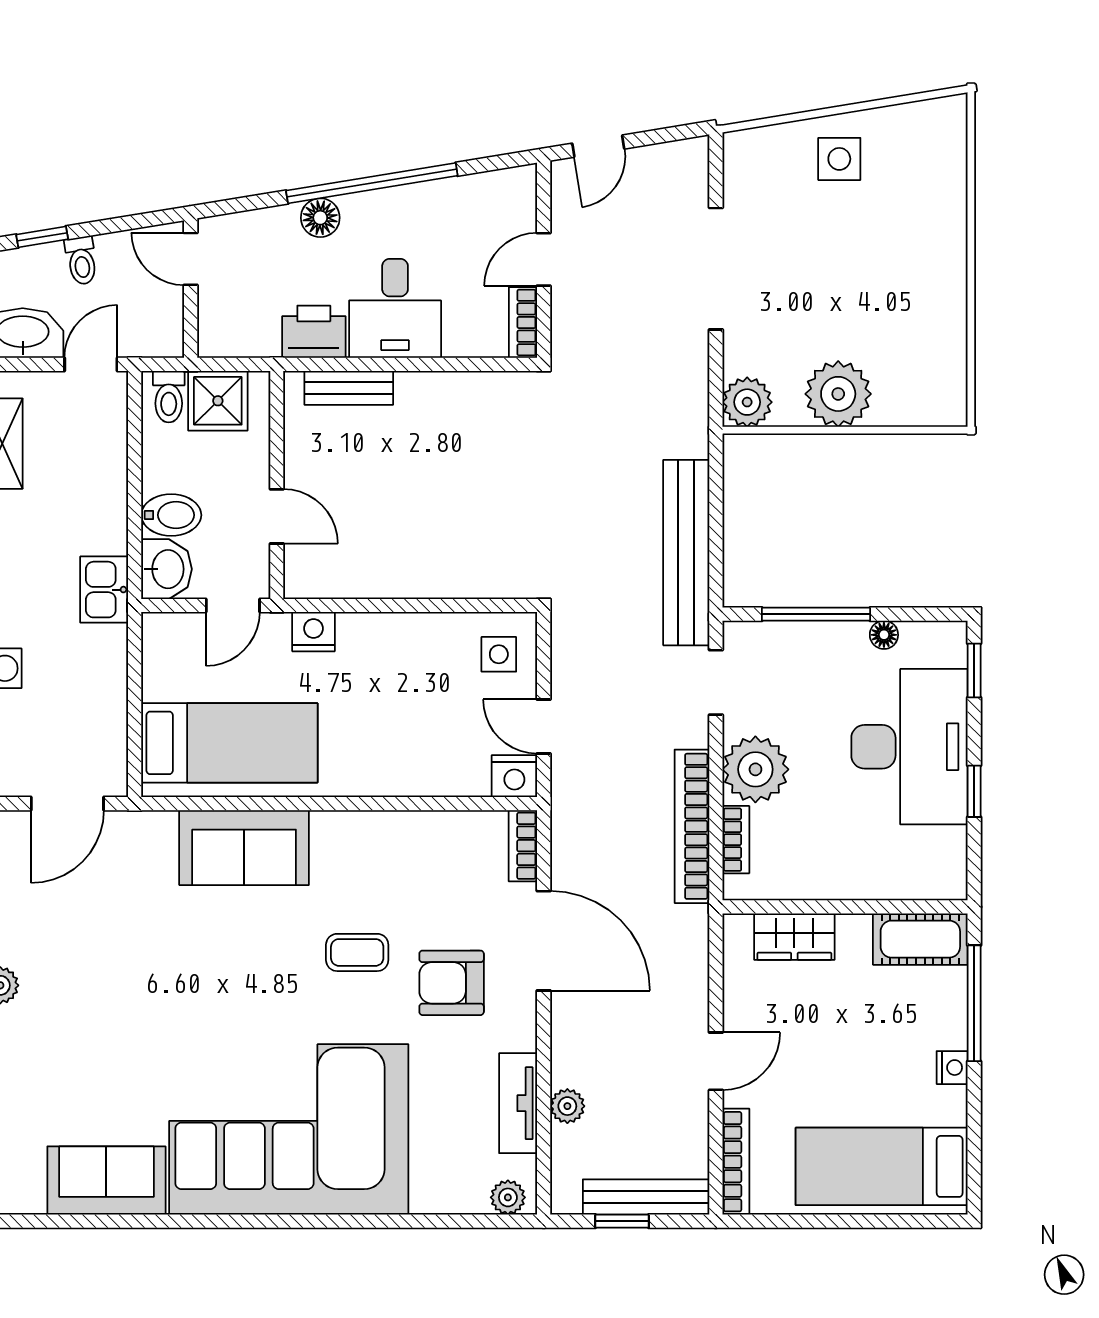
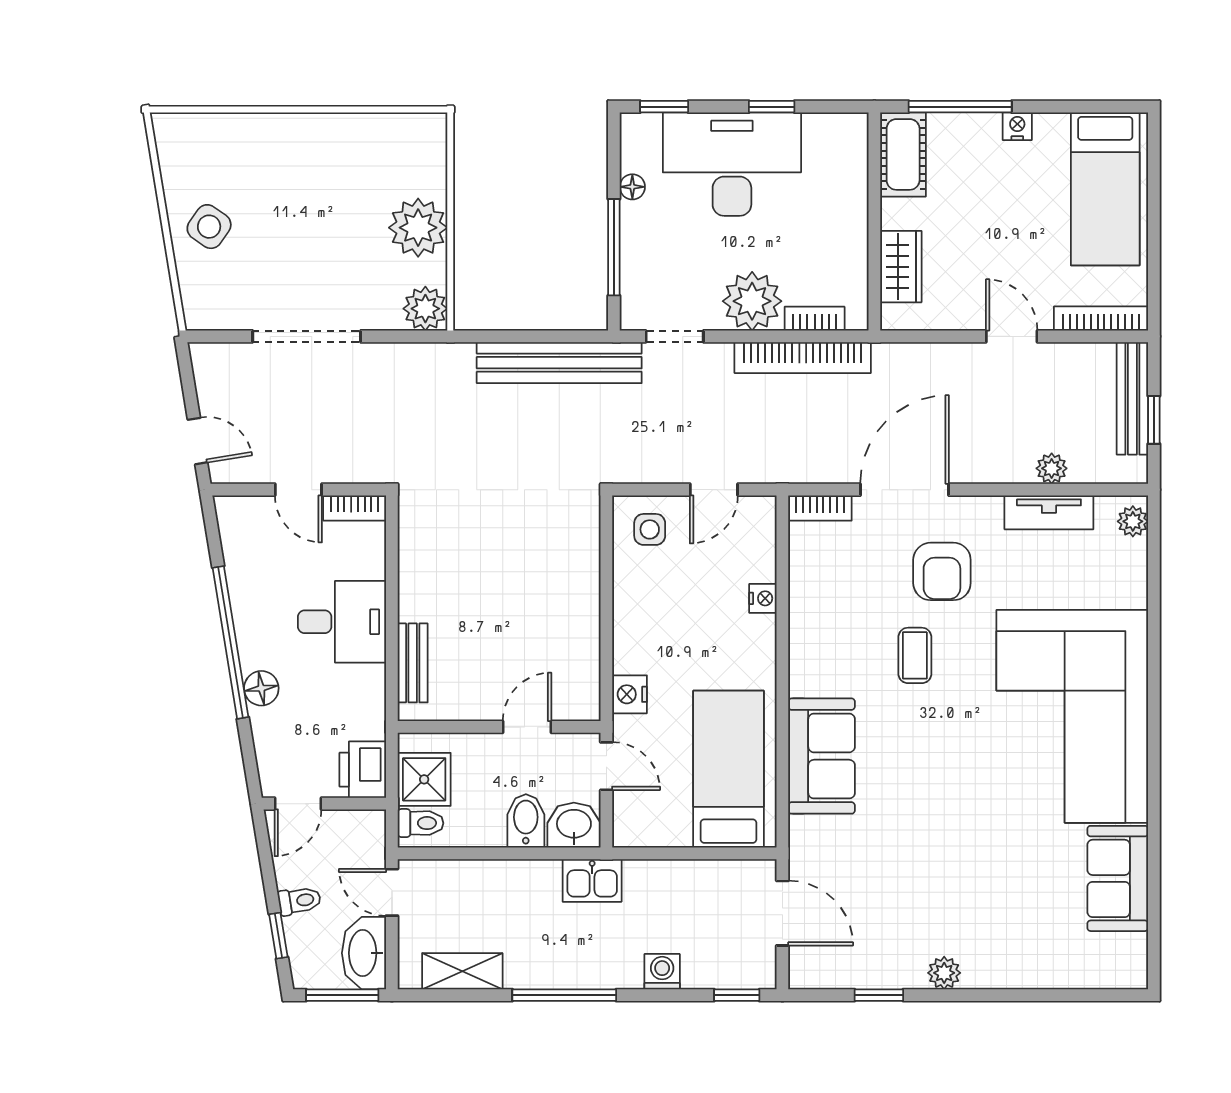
side table: (839, 159) -> (209, 227), turned 35
printer: (314, 332) -> (363, 770), moved
nightstand: (514, 776) -> (763, 598), moved, width x0.72, depth x0.74

